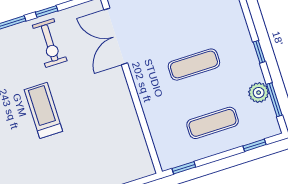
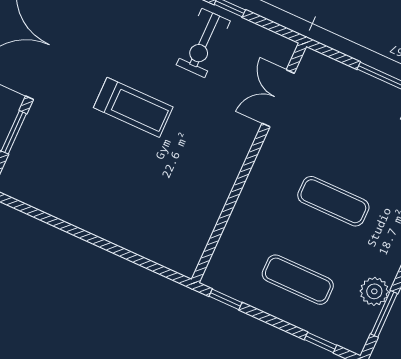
double door: (116, 36) -> (278, 98), width x0.73
treadmill: (43, 110) -> (133, 107), turned 90

